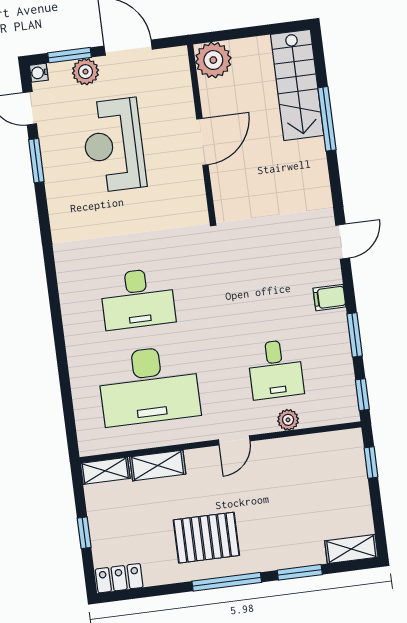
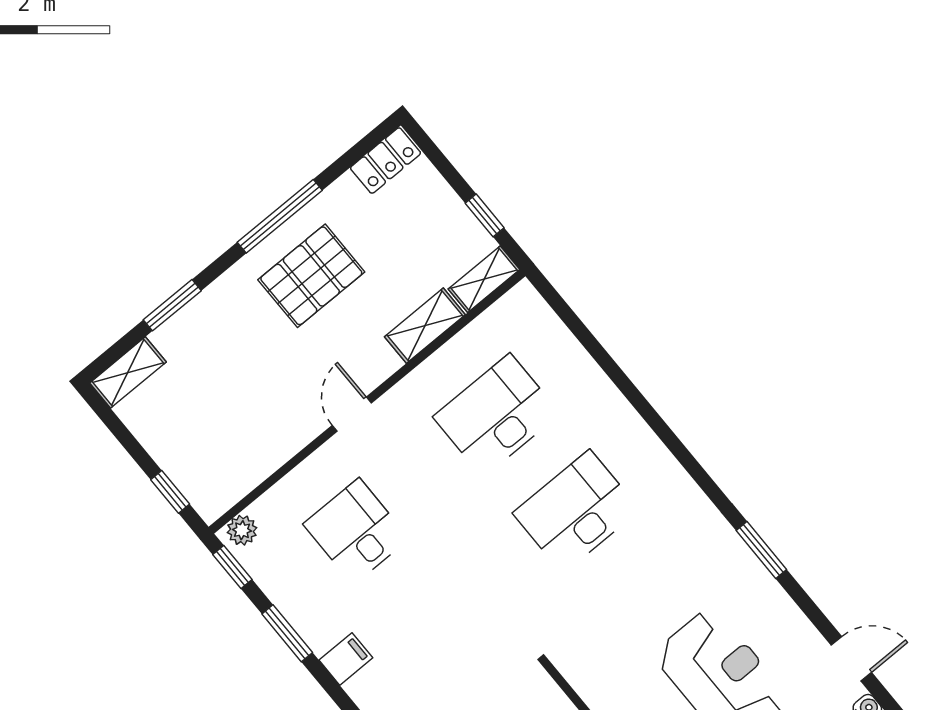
window: (36, 161) -> (761, 550), moved
desk: (149, 386) -> (497, 415), width x0.73, depth x0.77
plant: (288, 420) -> (242, 530), moved
window: (84, 533) -> (485, 215), moved
window: (227, 582) -> (280, 216), moved

